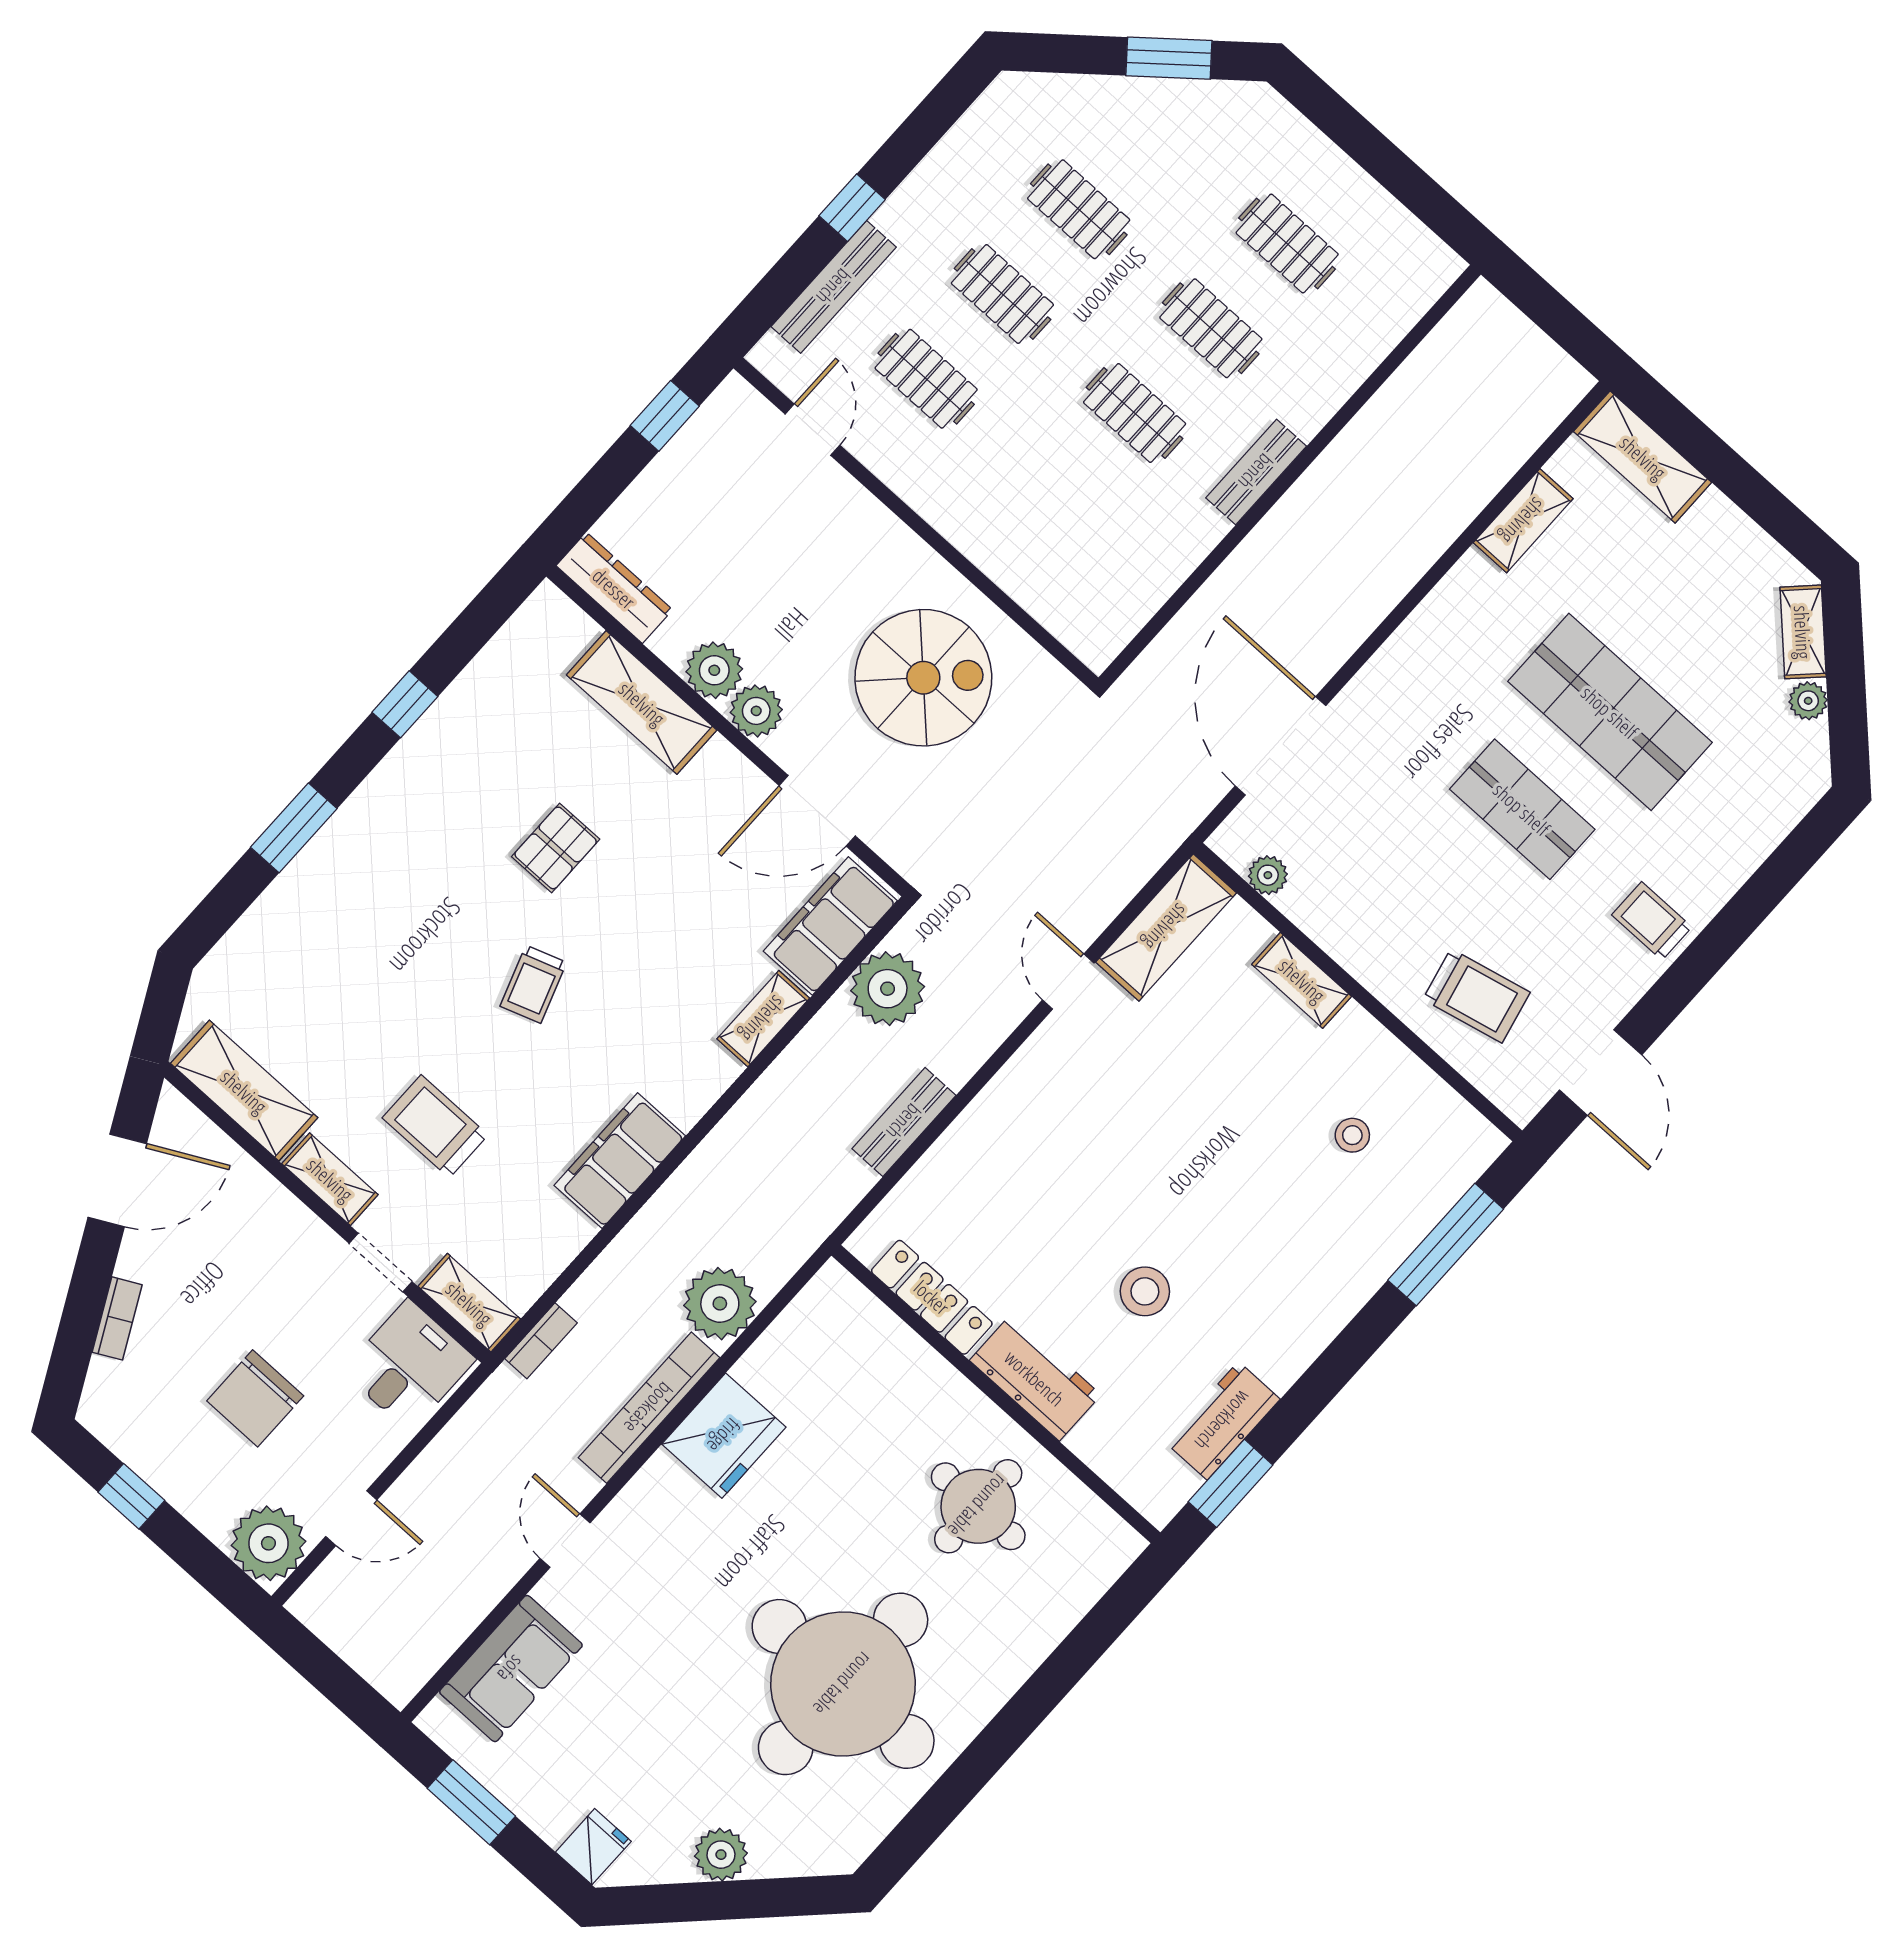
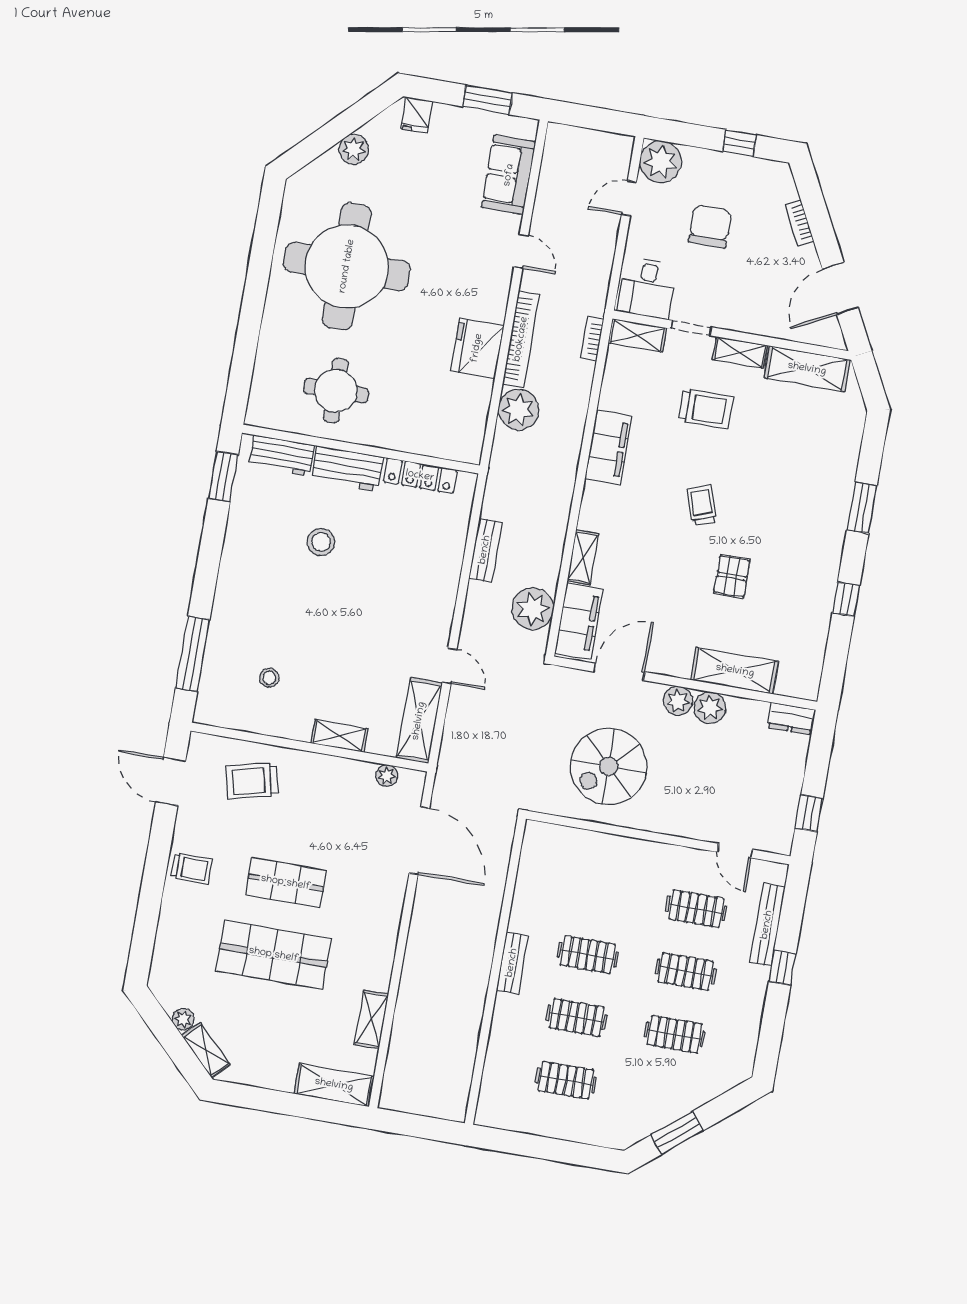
dresser: (614, 588) -> (791, 719), width x0.70
workbench: (1223, 1421) -> (282, 456), moved, turned 90

